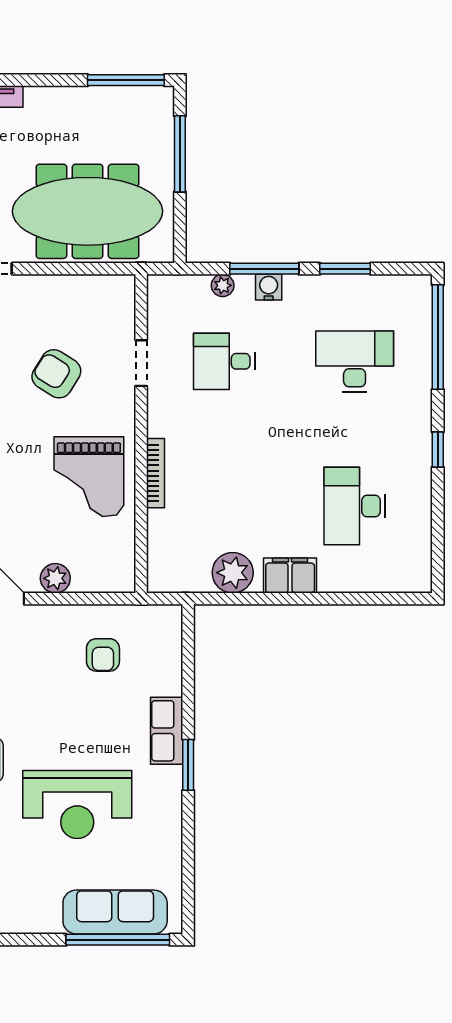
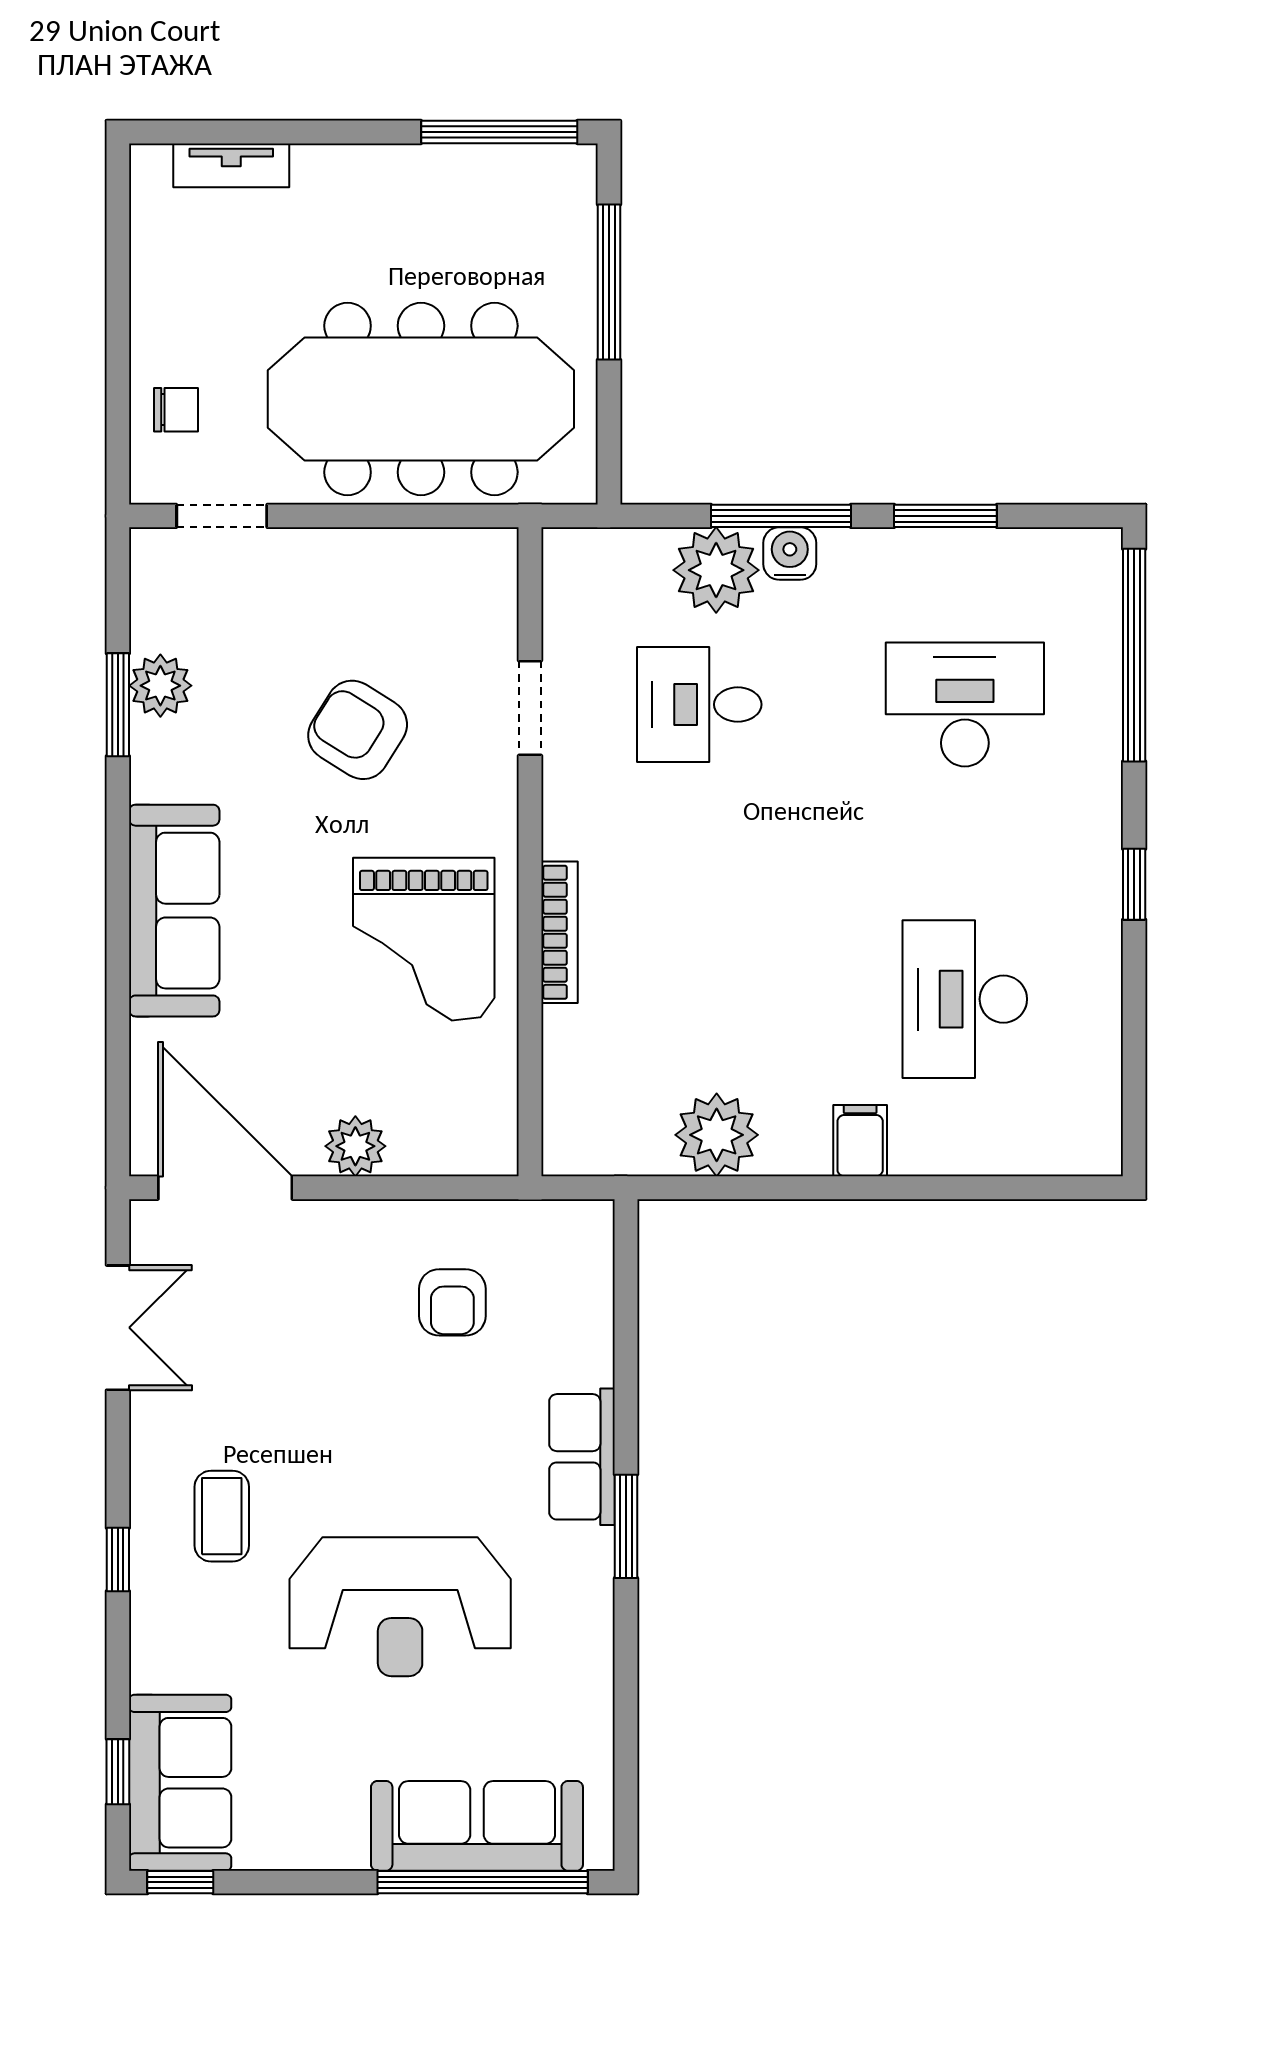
plant: (223, 285) -> (716, 570), width x1.88, depth x1.88
filing cabinet: (290, 576) -> (860, 1141), width x0.50

